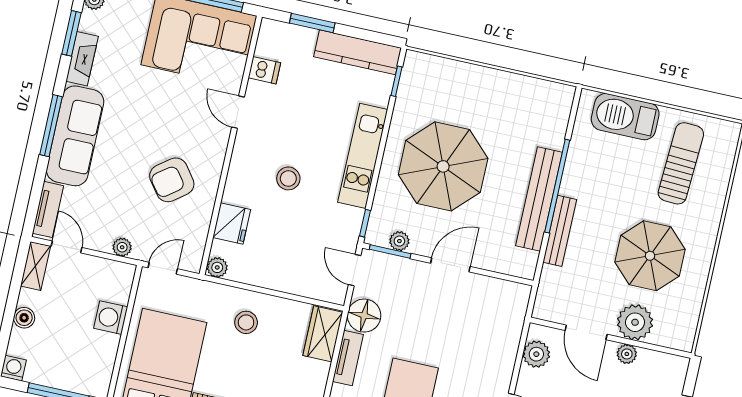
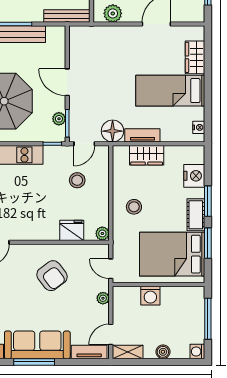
stool: (288, 178) -> (77, 180), moved
bench: (560, 231) -> (67, 16), moved
wardrobe: (323, 334) -> (147, 155), moved

